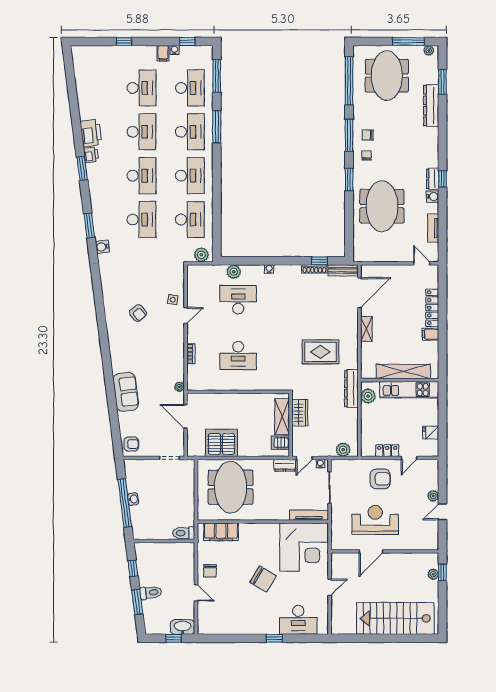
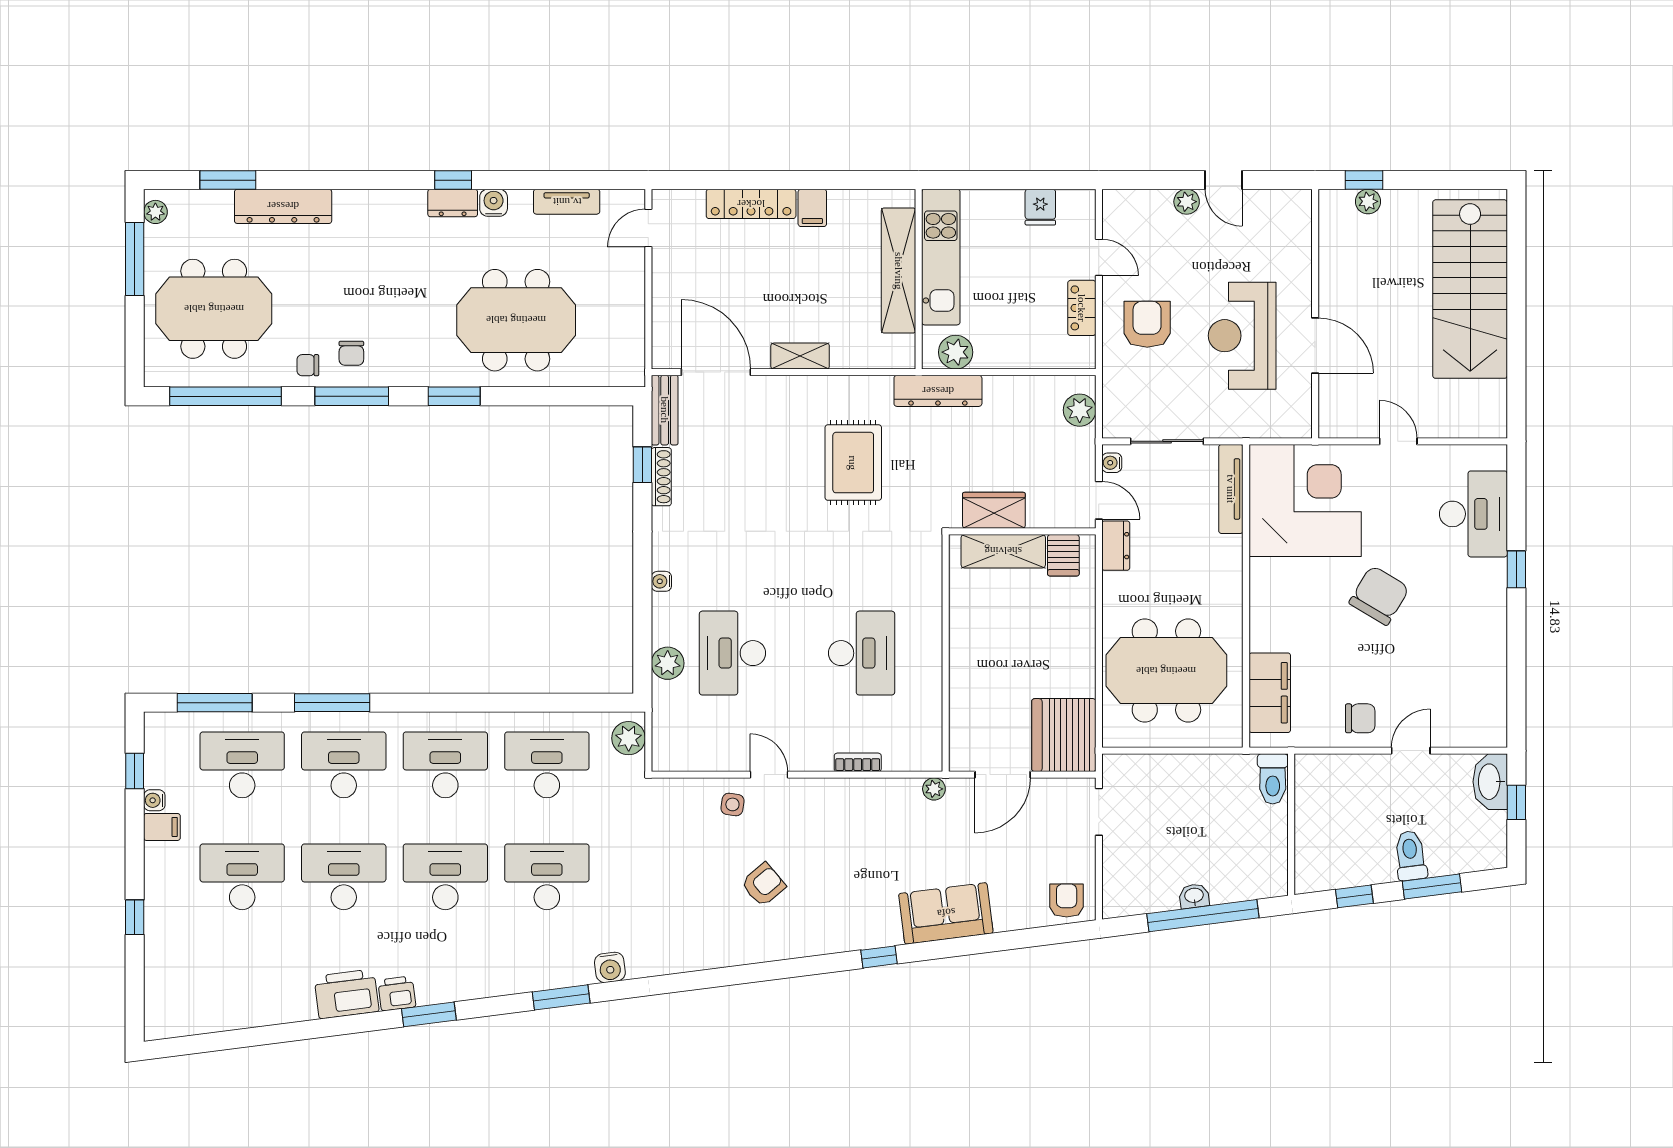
chair: (367, 155) -> (308, 365), moved
window: (107, 363) -> (879, 957), added
server rack: (221, 443) -> (1064, 735), moved

